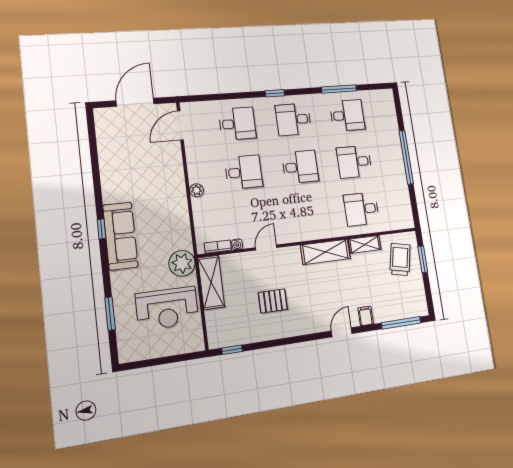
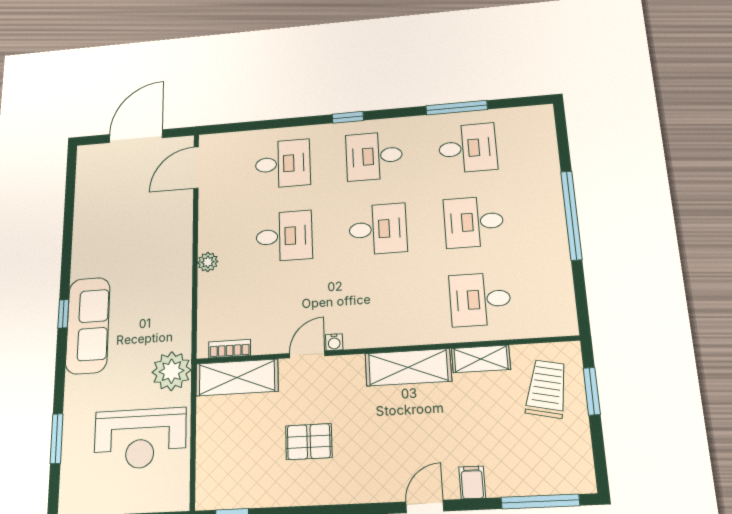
water cooler: (237, 244) -> (334, 342), moved
shelving: (211, 282) -> (237, 378), moved, turned 90

